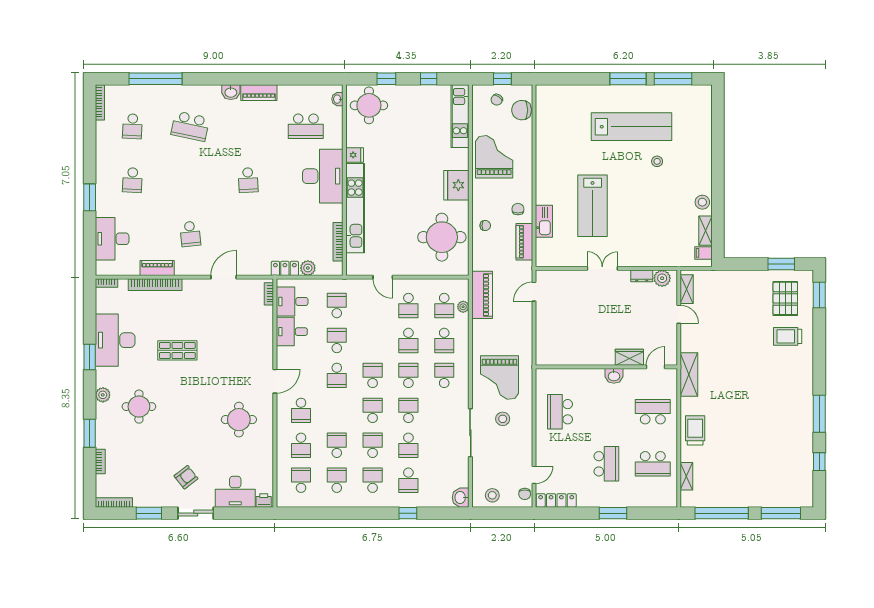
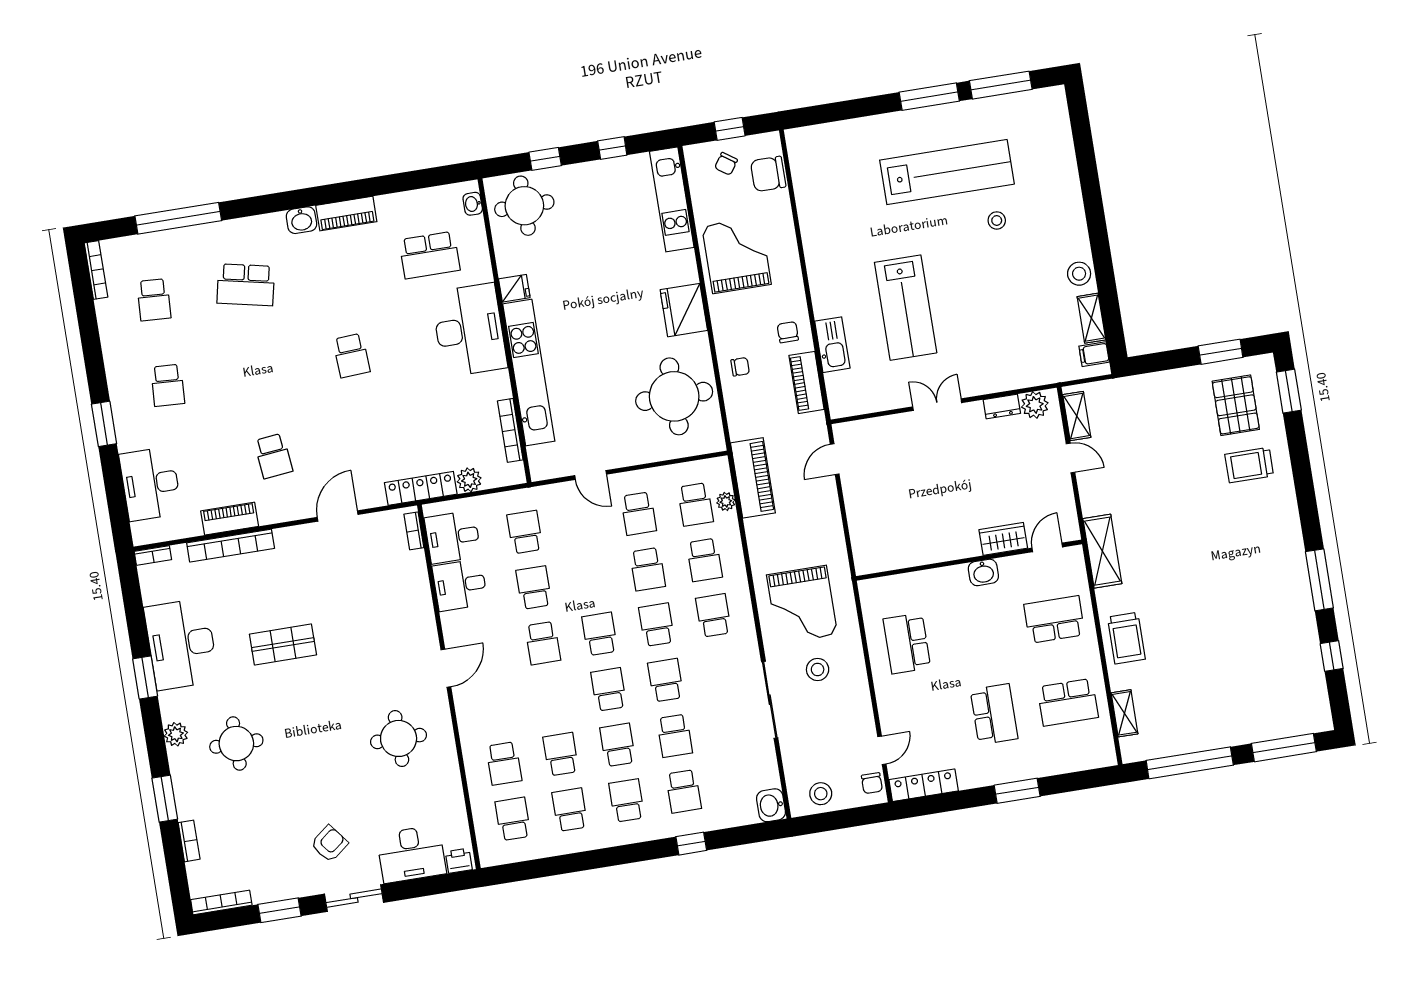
locker: (285, 268) -> (421, 488), width x1.53
school desk: (301, 410) -> (495, 708), removed
trolley: (695, 430) -> (1126, 638), turned 180

